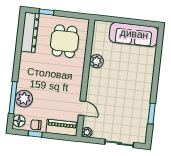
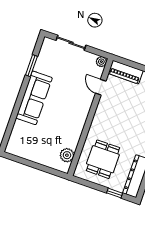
sofa: (134, 34) -> (34, 98), moved, turned 90
plant: (96, 61) -> (67, 155), moved

